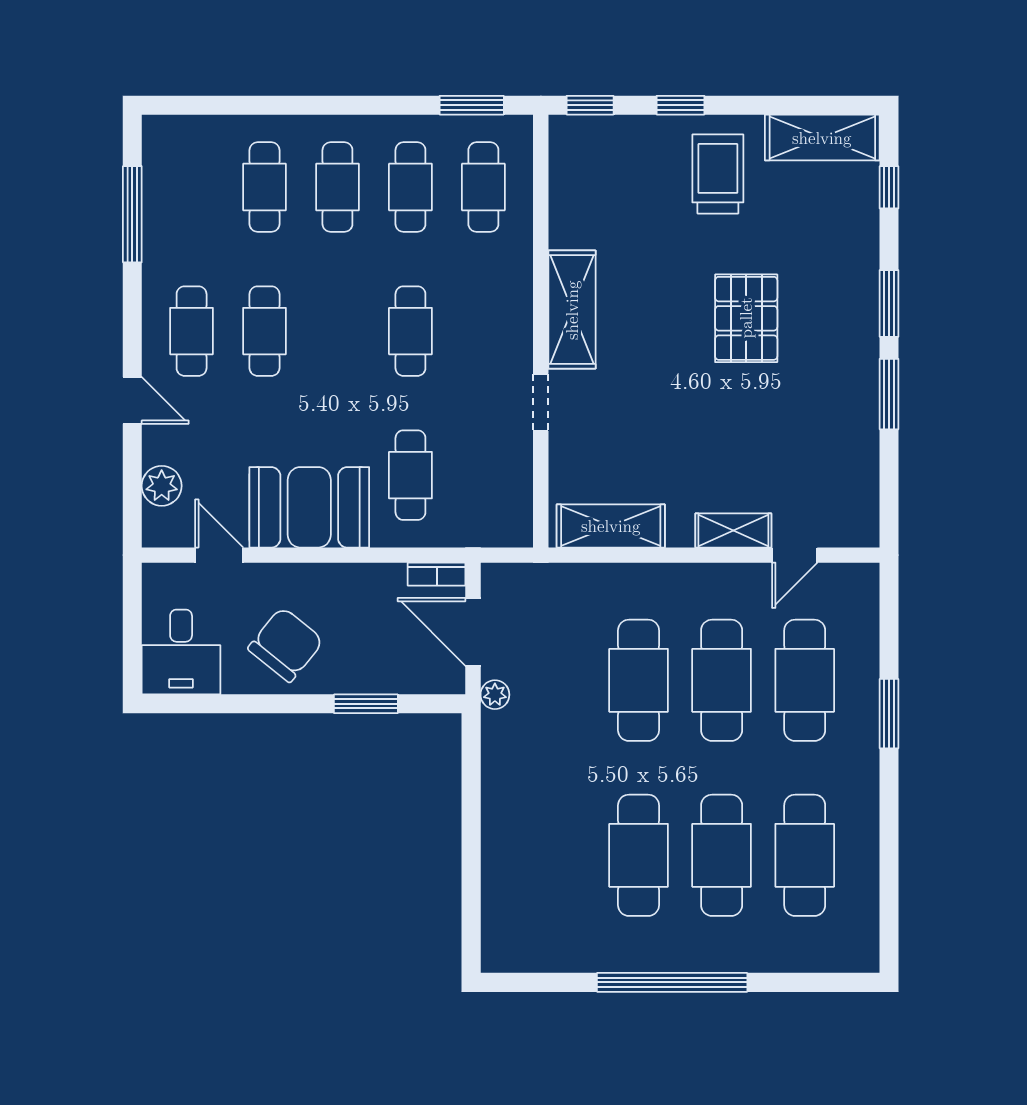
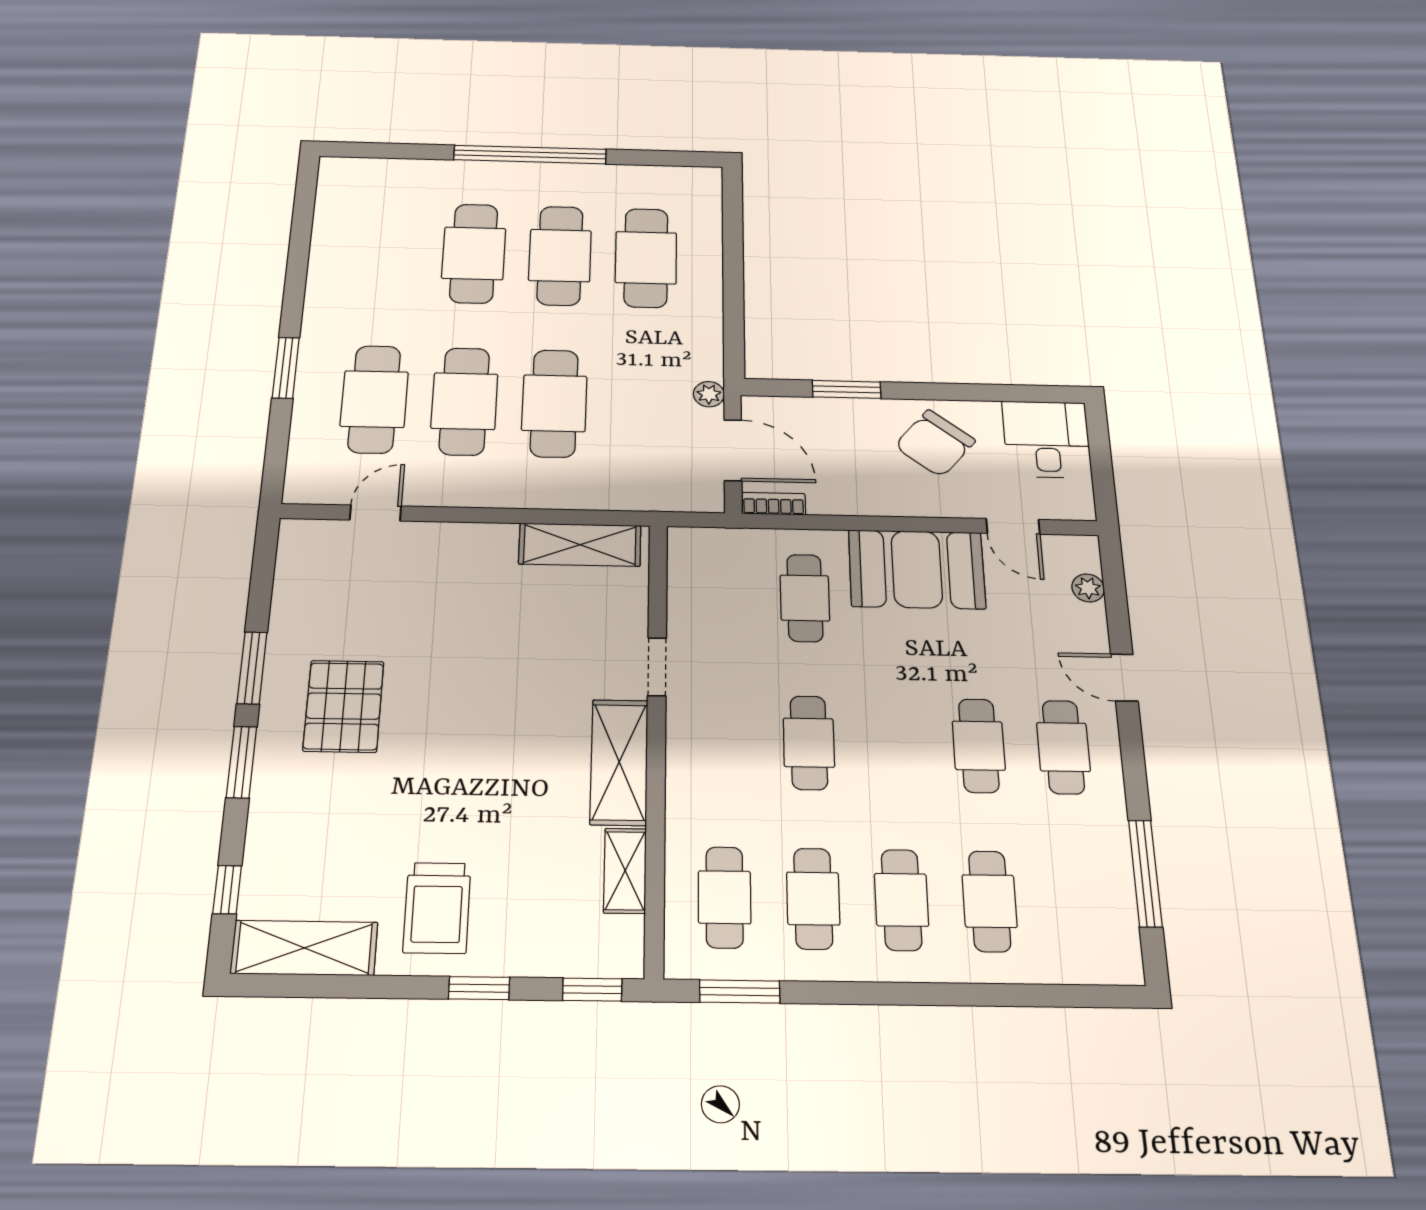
pallet: (746, 318) -> (344, 706), moved
plant: (162, 486) -> (1088, 588), width x0.73, depth x0.73
shelving: (733, 530) -> (625, 871), moved, turned 90
cafe table: (805, 855) -> (646, 258), moved

